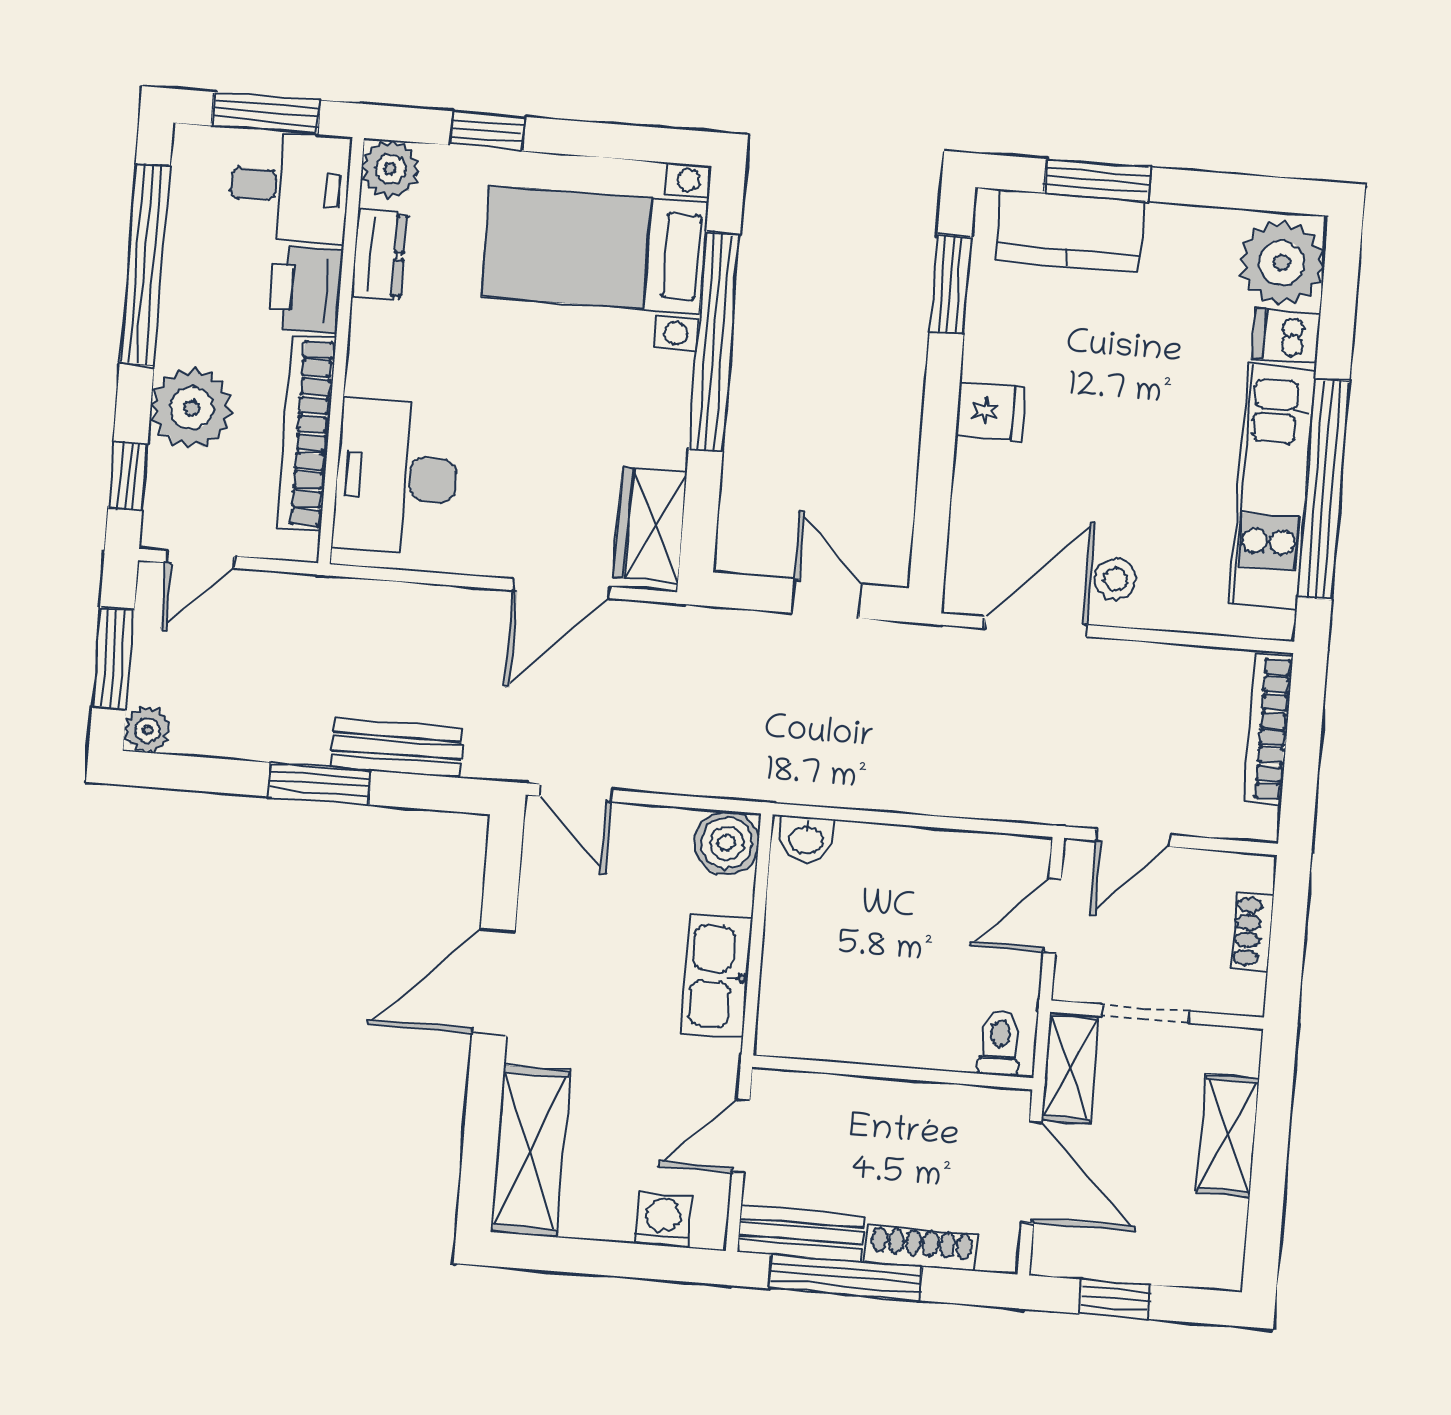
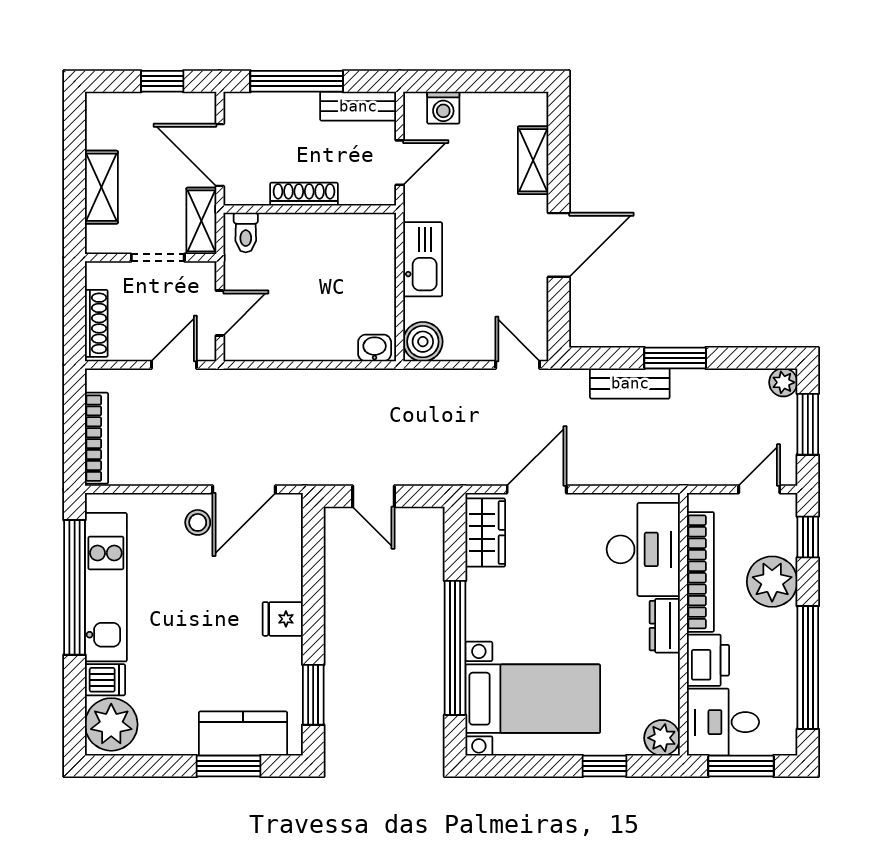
dresser: (379, 254) -> (665, 626), moved
shoe rack: (1252, 931) -> (96, 323), width x1.43
shelving: (530, 1151) -> (533, 160), width x0.67, depth x0.75
shoe rack: (921, 1248) -> (304, 194), moved, turned 180
window: (845, 1278) -> (297, 81), moved

